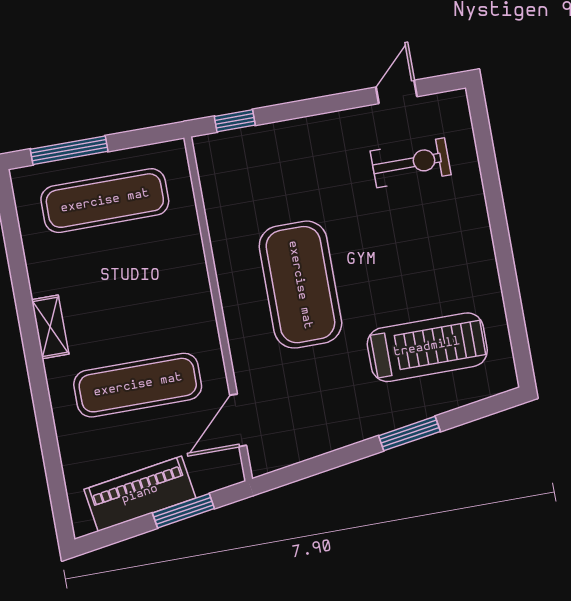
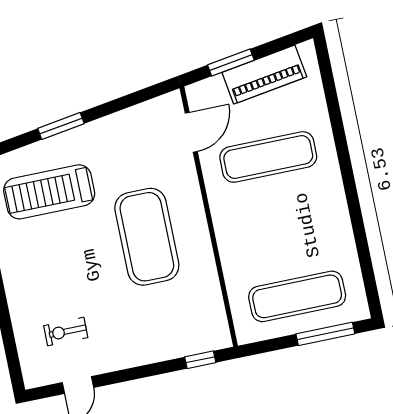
exercise bike: (411, 163) -> (66, 332), width x0.73, depth x0.72
shelving: (50, 327) -> (336, 199), removed

